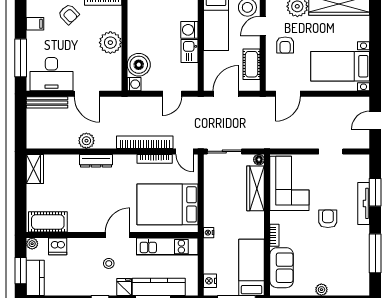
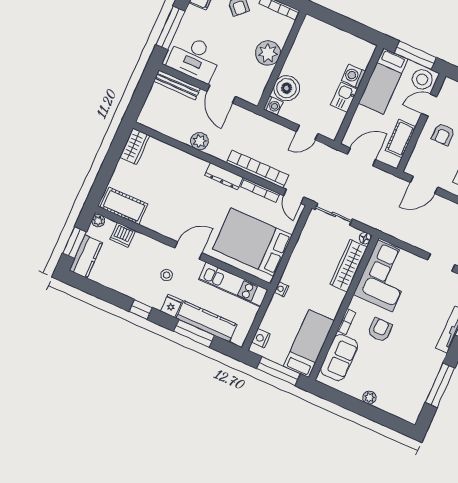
dresser: (96, 161) -> (224, 176), moved
armchair: (328, 219) -> (380, 330), moved

